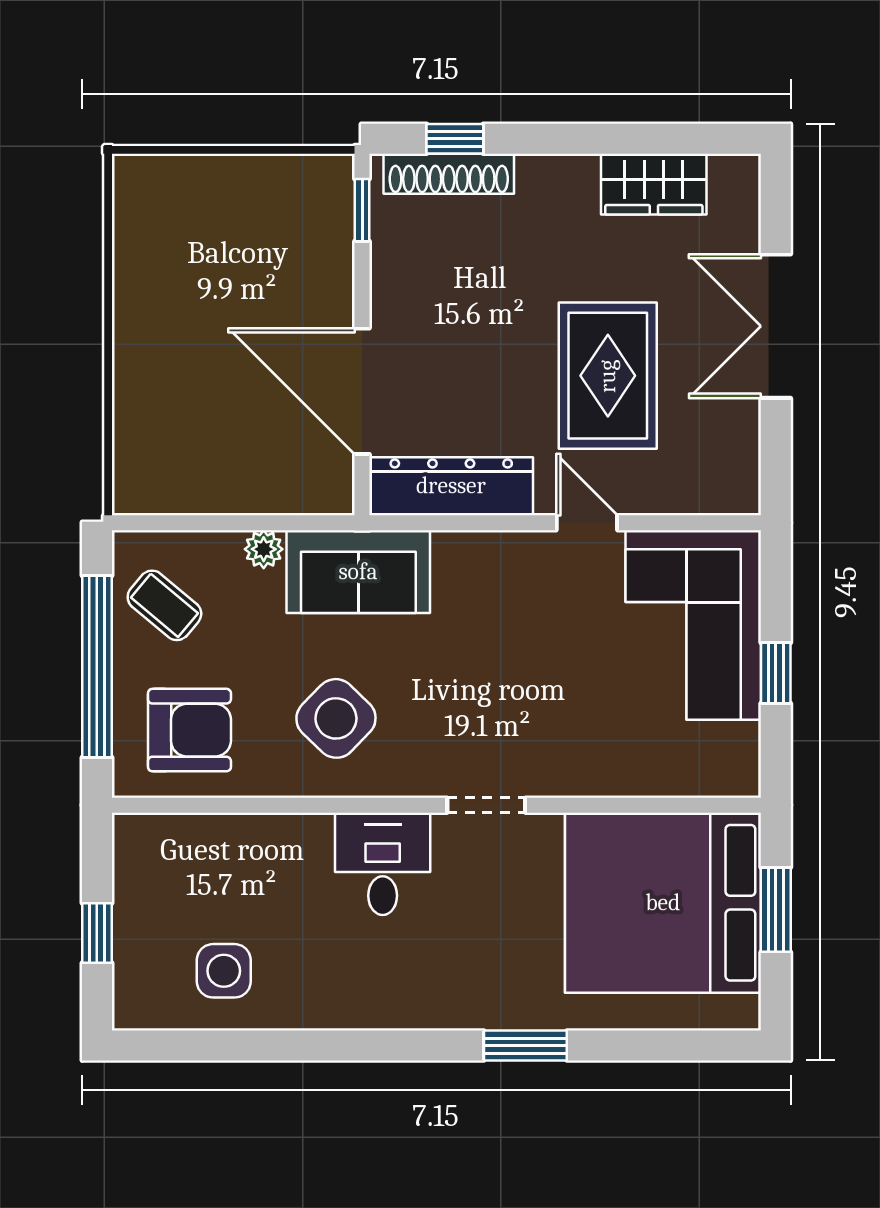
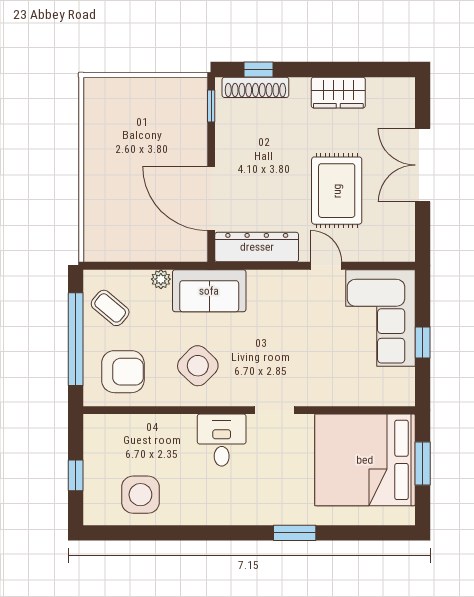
wardrobe: (654, 184) -> (338, 93), moved
side table: (224, 971) -> (140, 495), width x1.37, depth x1.37

